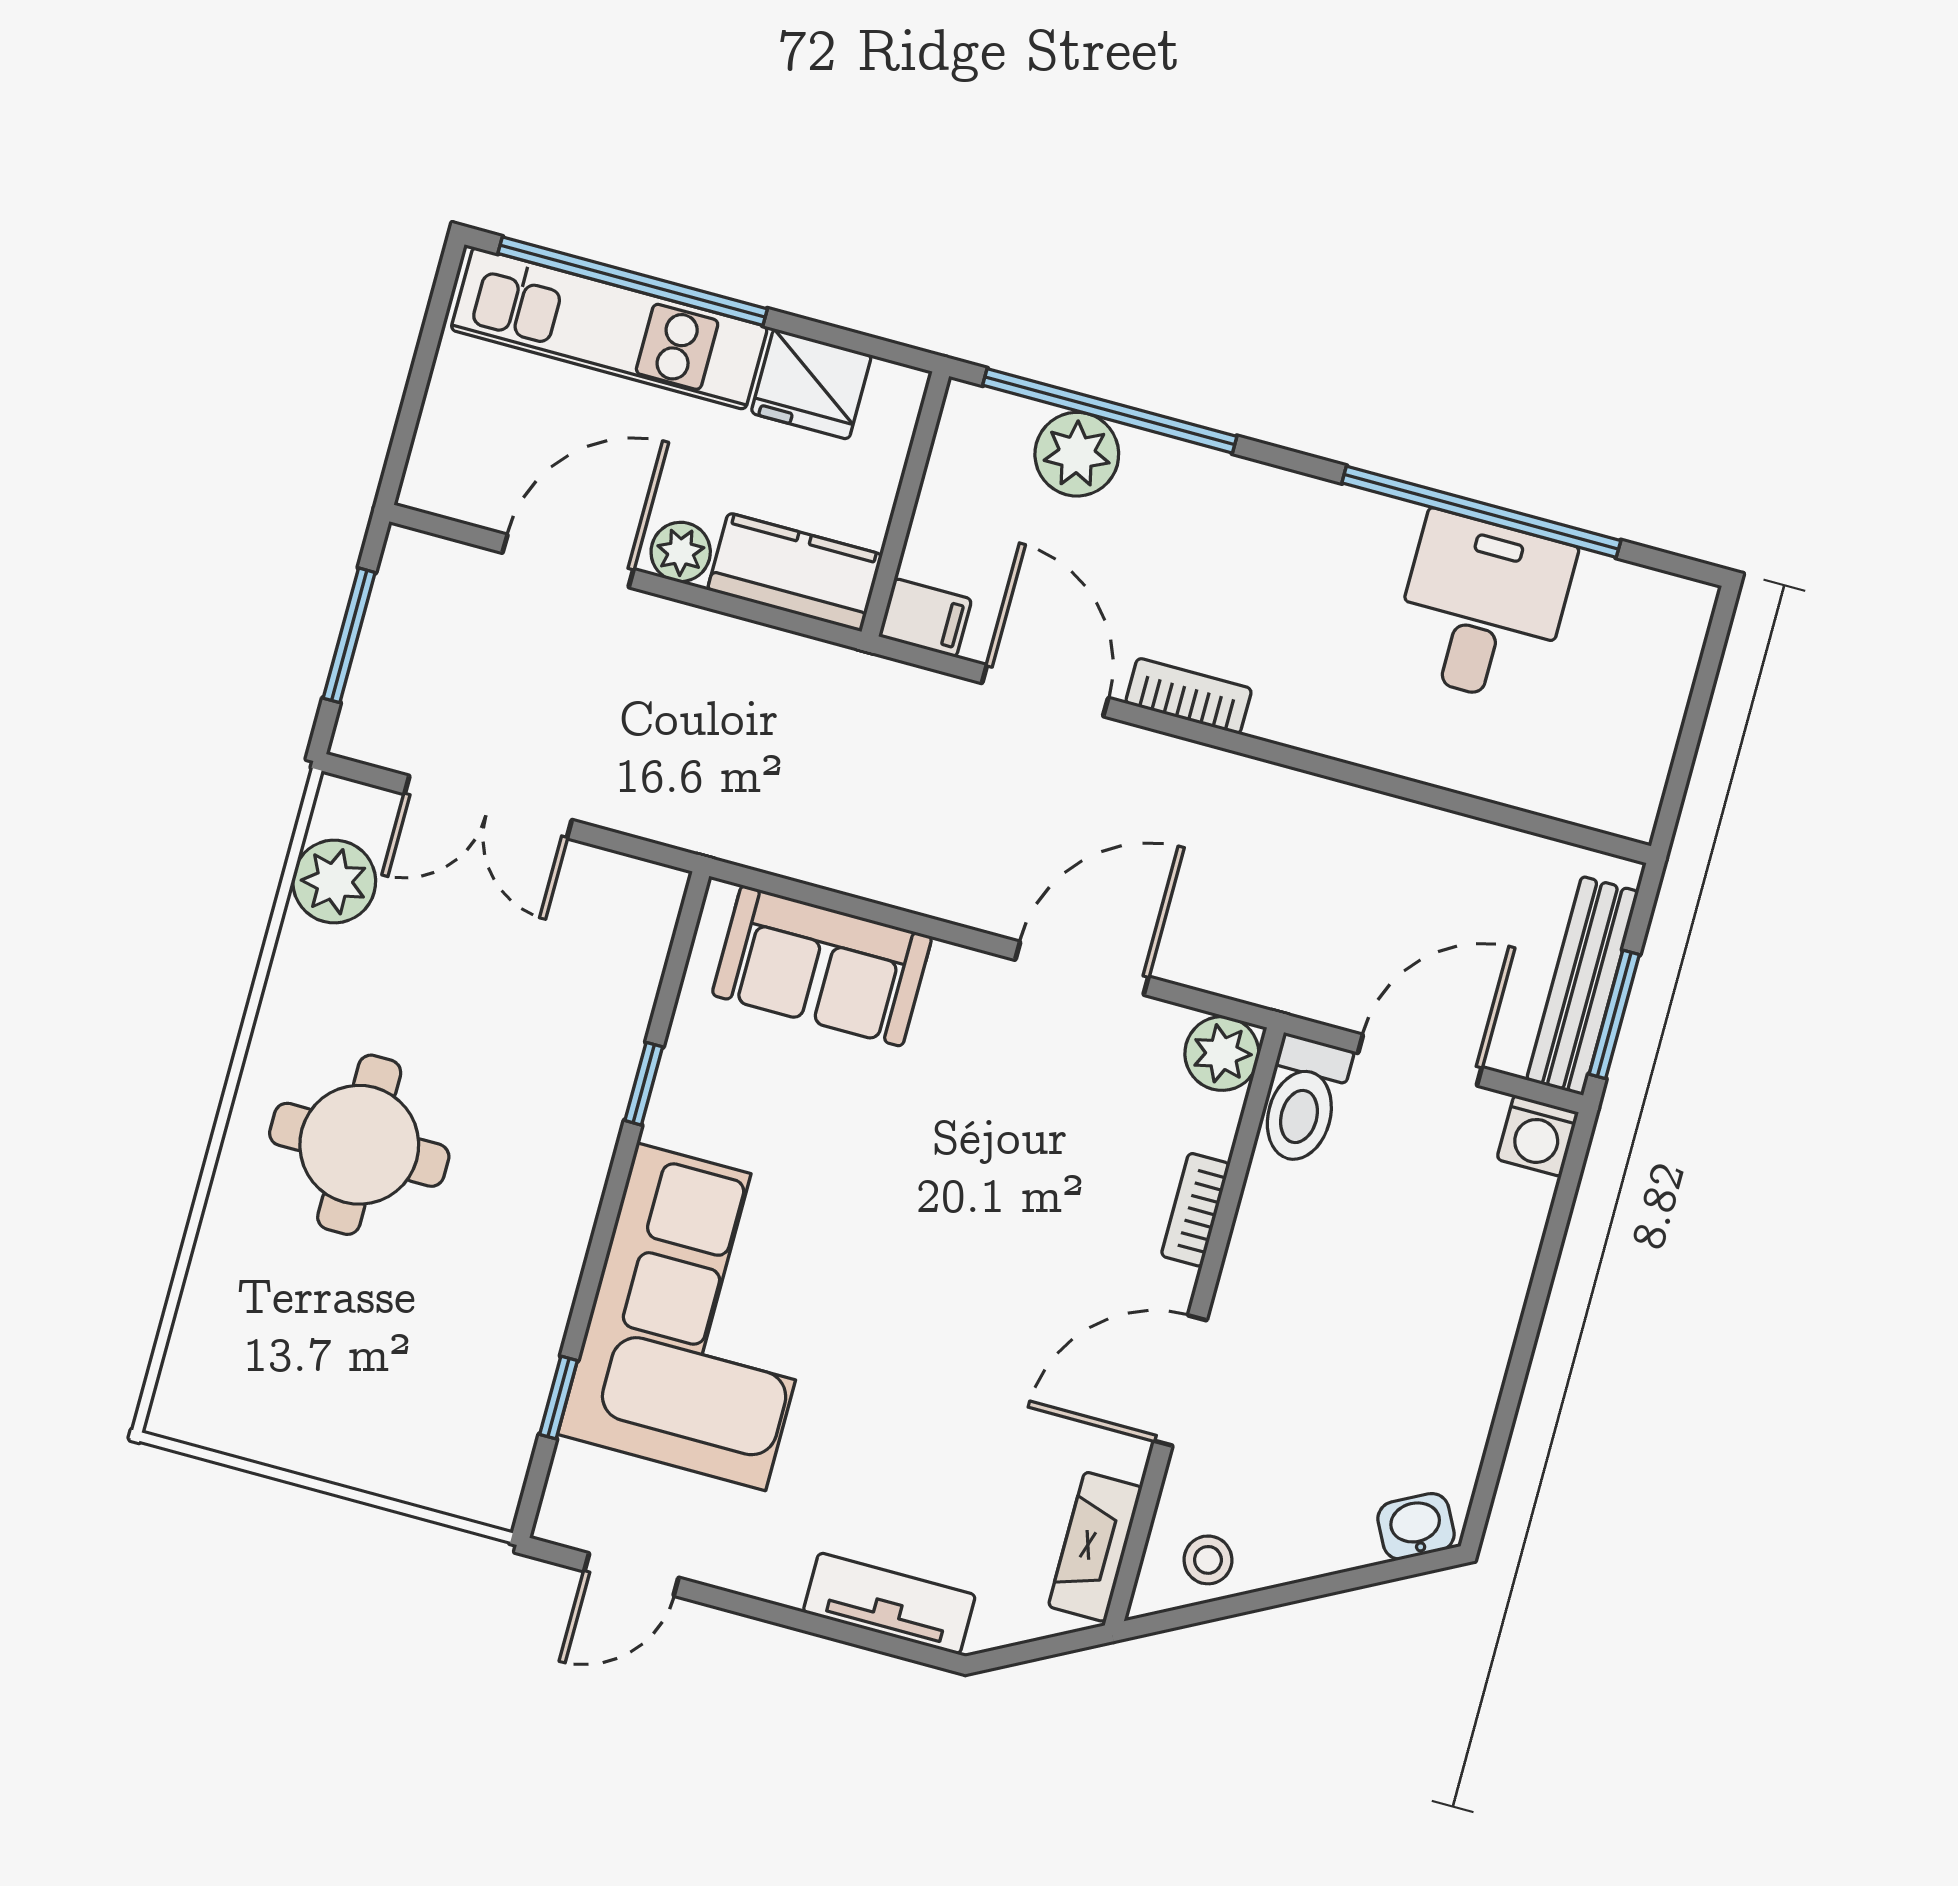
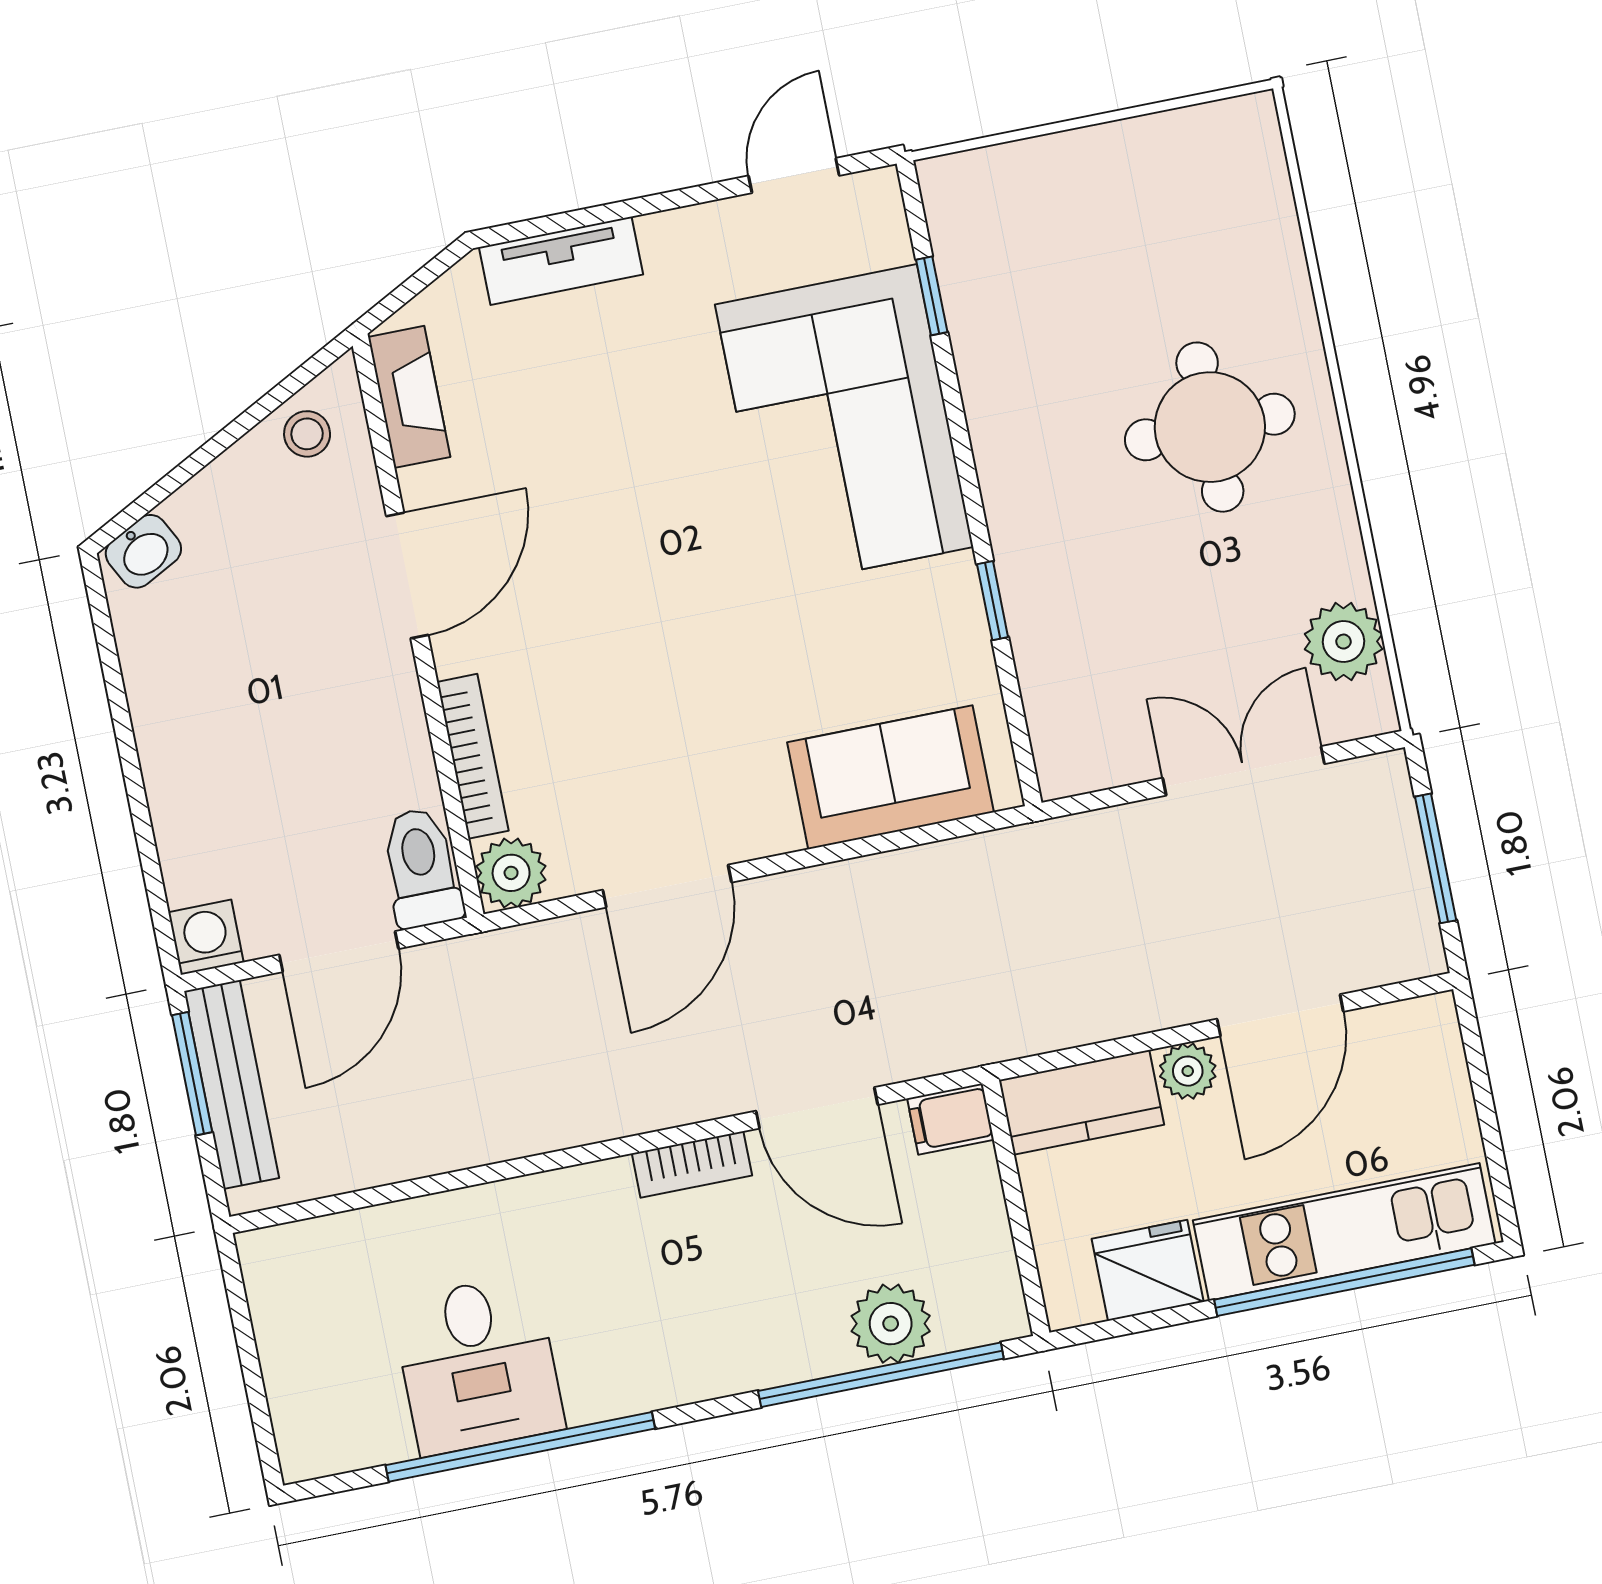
bookcase: (1195, 1210) -> (473, 756), width x1.56

